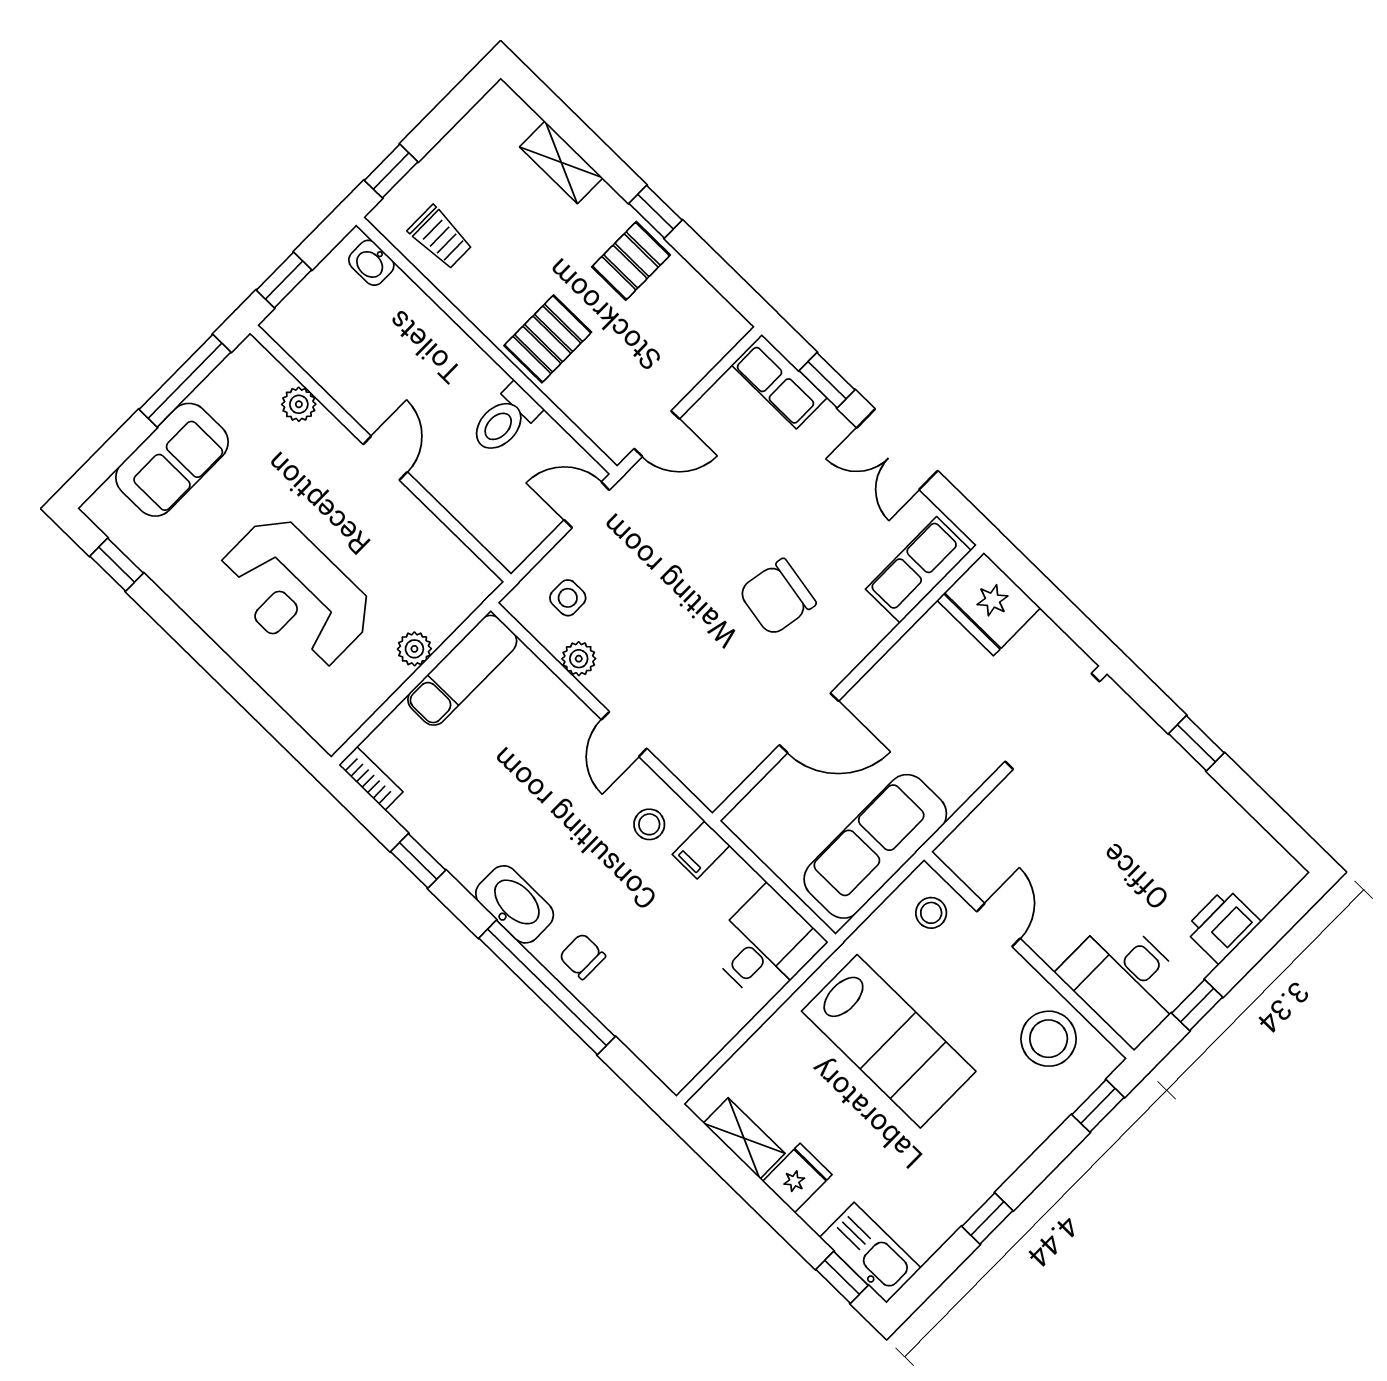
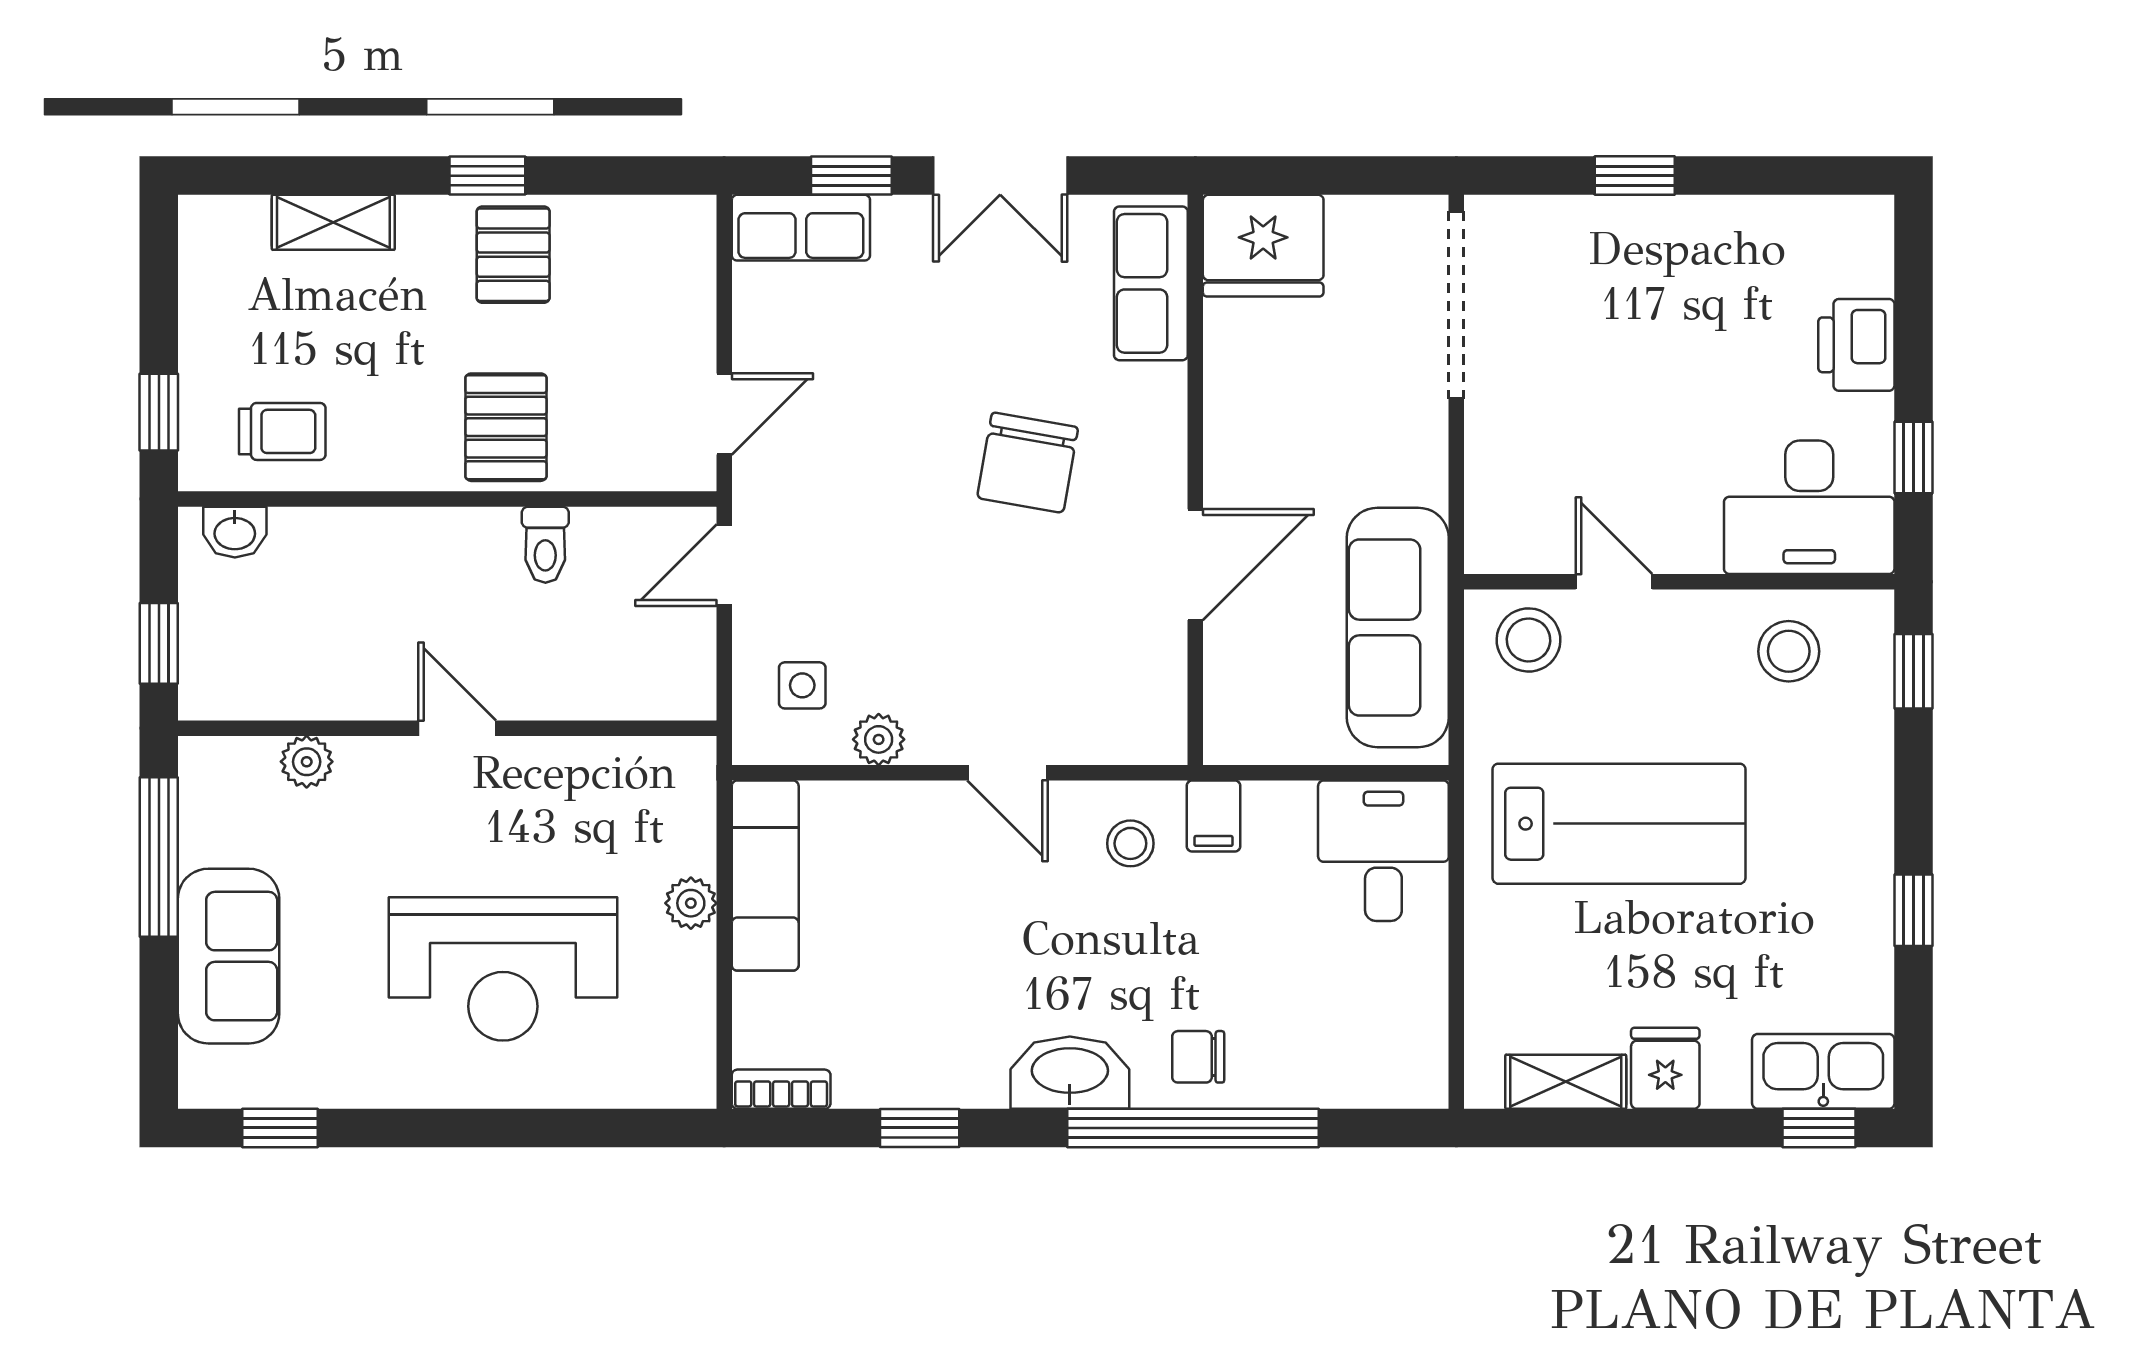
toilet: (505, 419) -> (545, 545), width x0.73, depth x0.72
stool: (931, 913) -> (1529, 640), width x1.37, depth x1.37
stool: (1049, 1039) -> (1789, 651), width x0.73, depth x0.73

